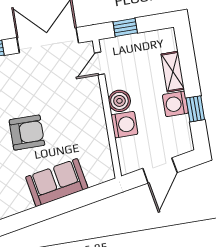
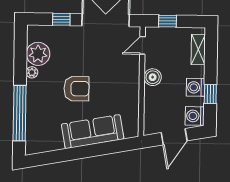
shelving: (173, 72) -> (198, 49), moved
washing machine: (124, 125) -> (195, 116), moved, turned 180
sofa: (57, 183) -> (93, 132), width x1.36

